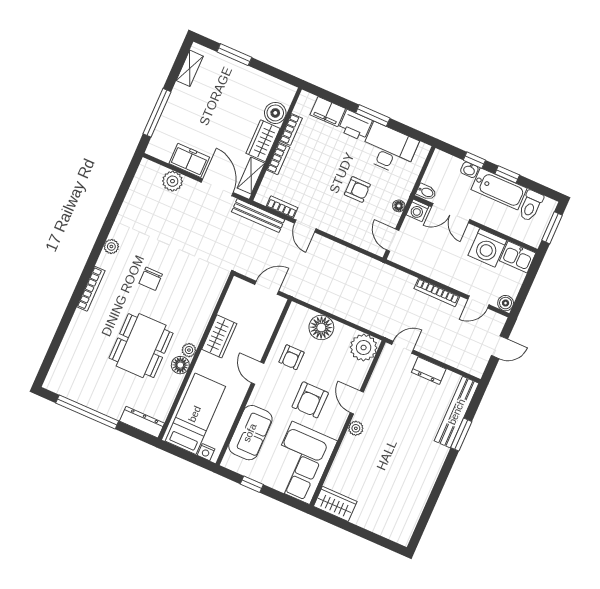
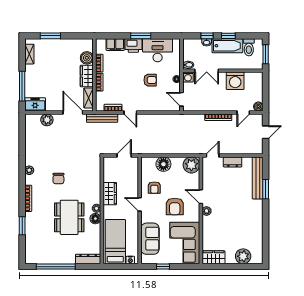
freezer: (189, 160) -> (35, 104), moved
kitchen sink: (518, 257) -> (254, 78), removed
window: (63, 327) -> (22, 226), added
plant: (381, 522) -> (243, 256), added

